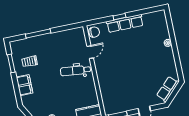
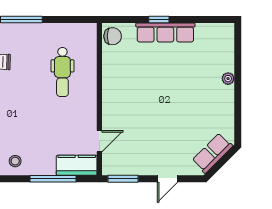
door: (90, 52) -> (99, 141), moved
dental chair: (75, 71) -> (62, 72), moved, turned -96

